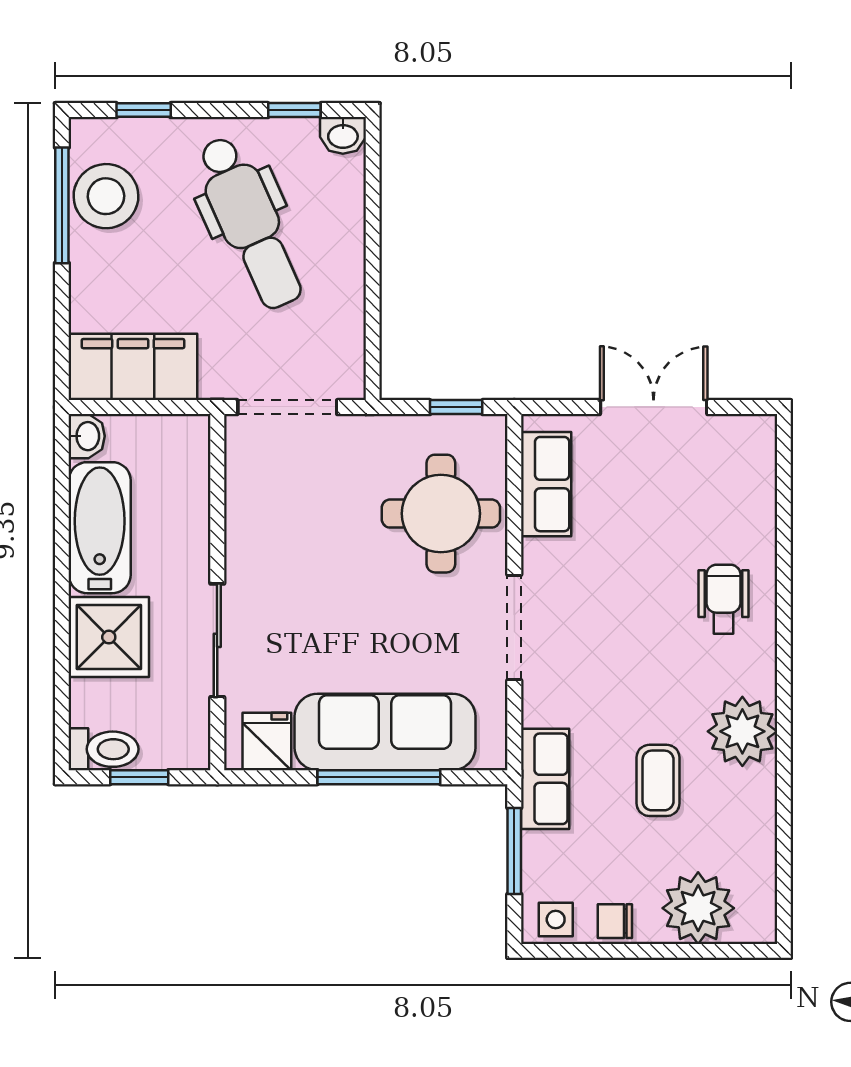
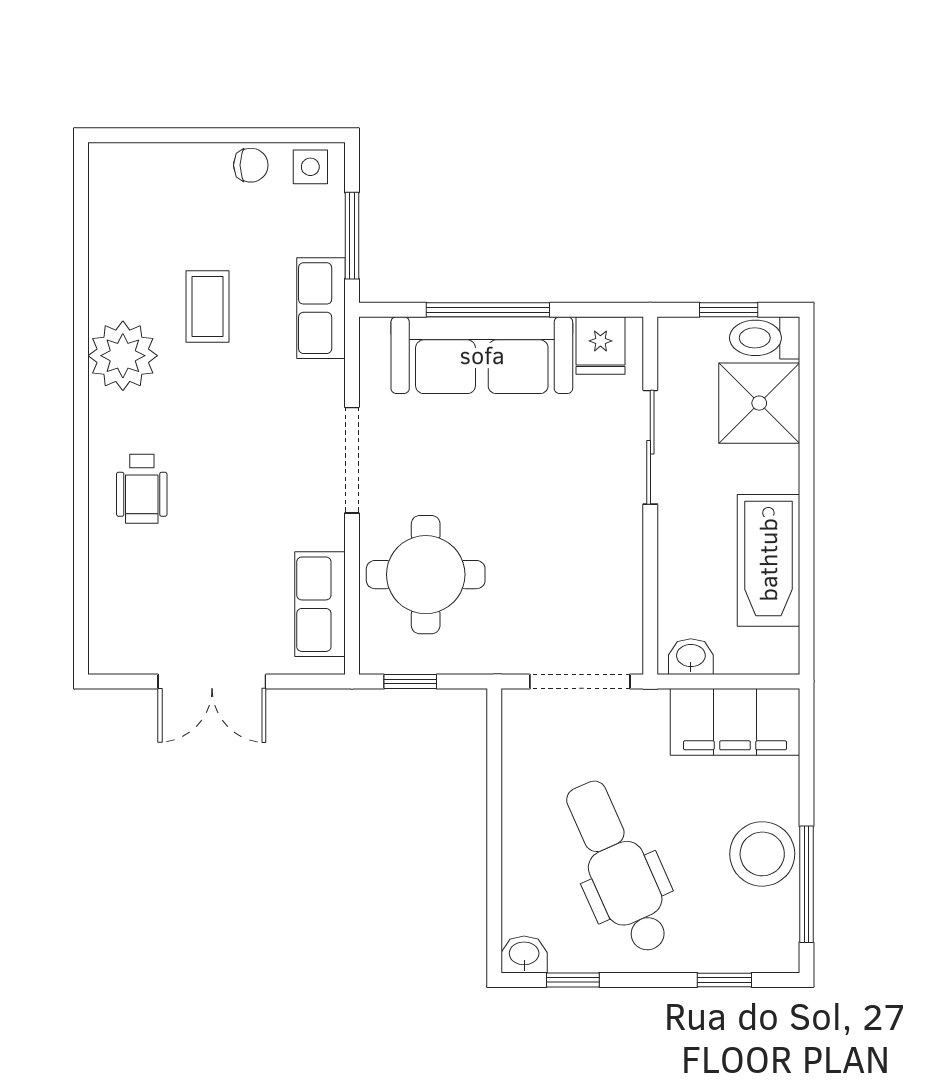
stool: (106, 196) -> (762, 854), moved
washbasin: (87, 436) -> (691, 657), moved, turned 90
shower: (109, 637) -> (759, 403), moved
plant: (698, 908) -> (167, 178), removed

